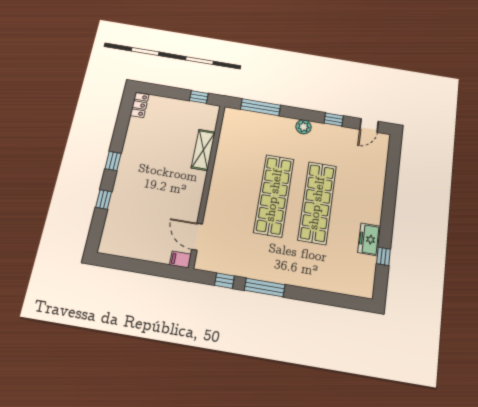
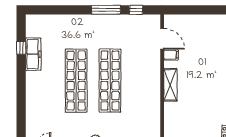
shelving: (203, 150) -> (170, 85), moved
freezer: (369, 239) -> (33, 54), width x1.40
filing cabinet: (180, 260) -> (171, 55), moved

